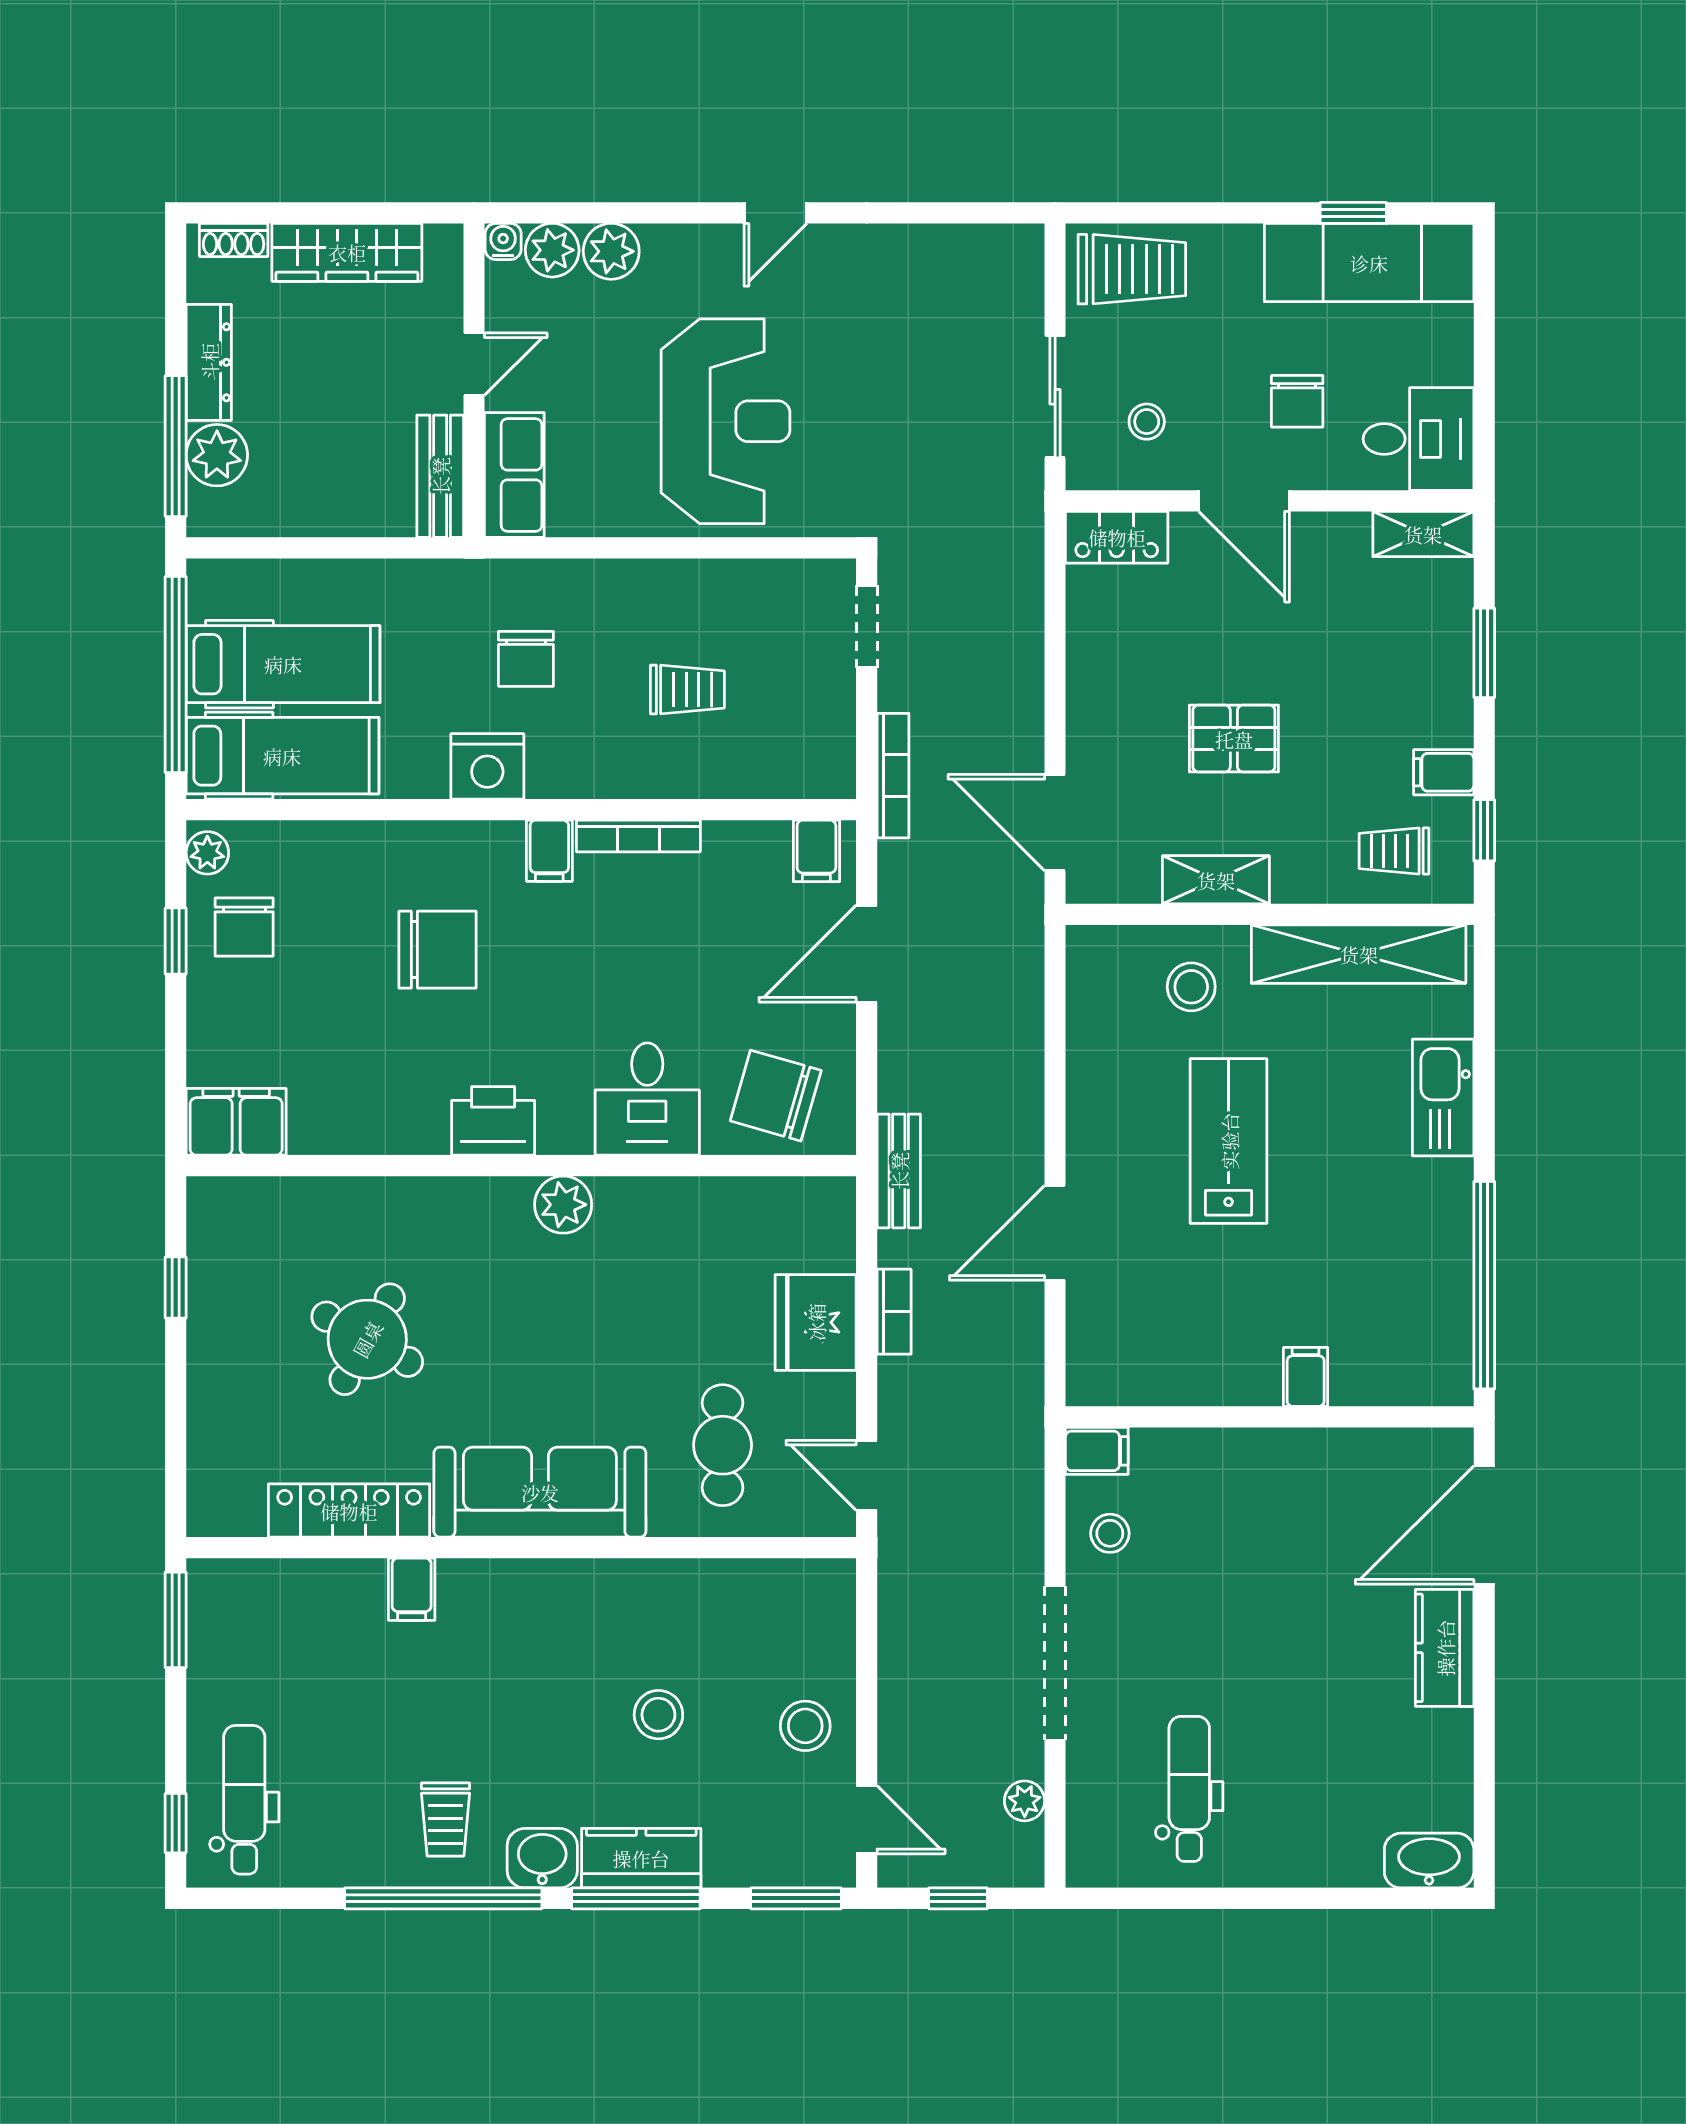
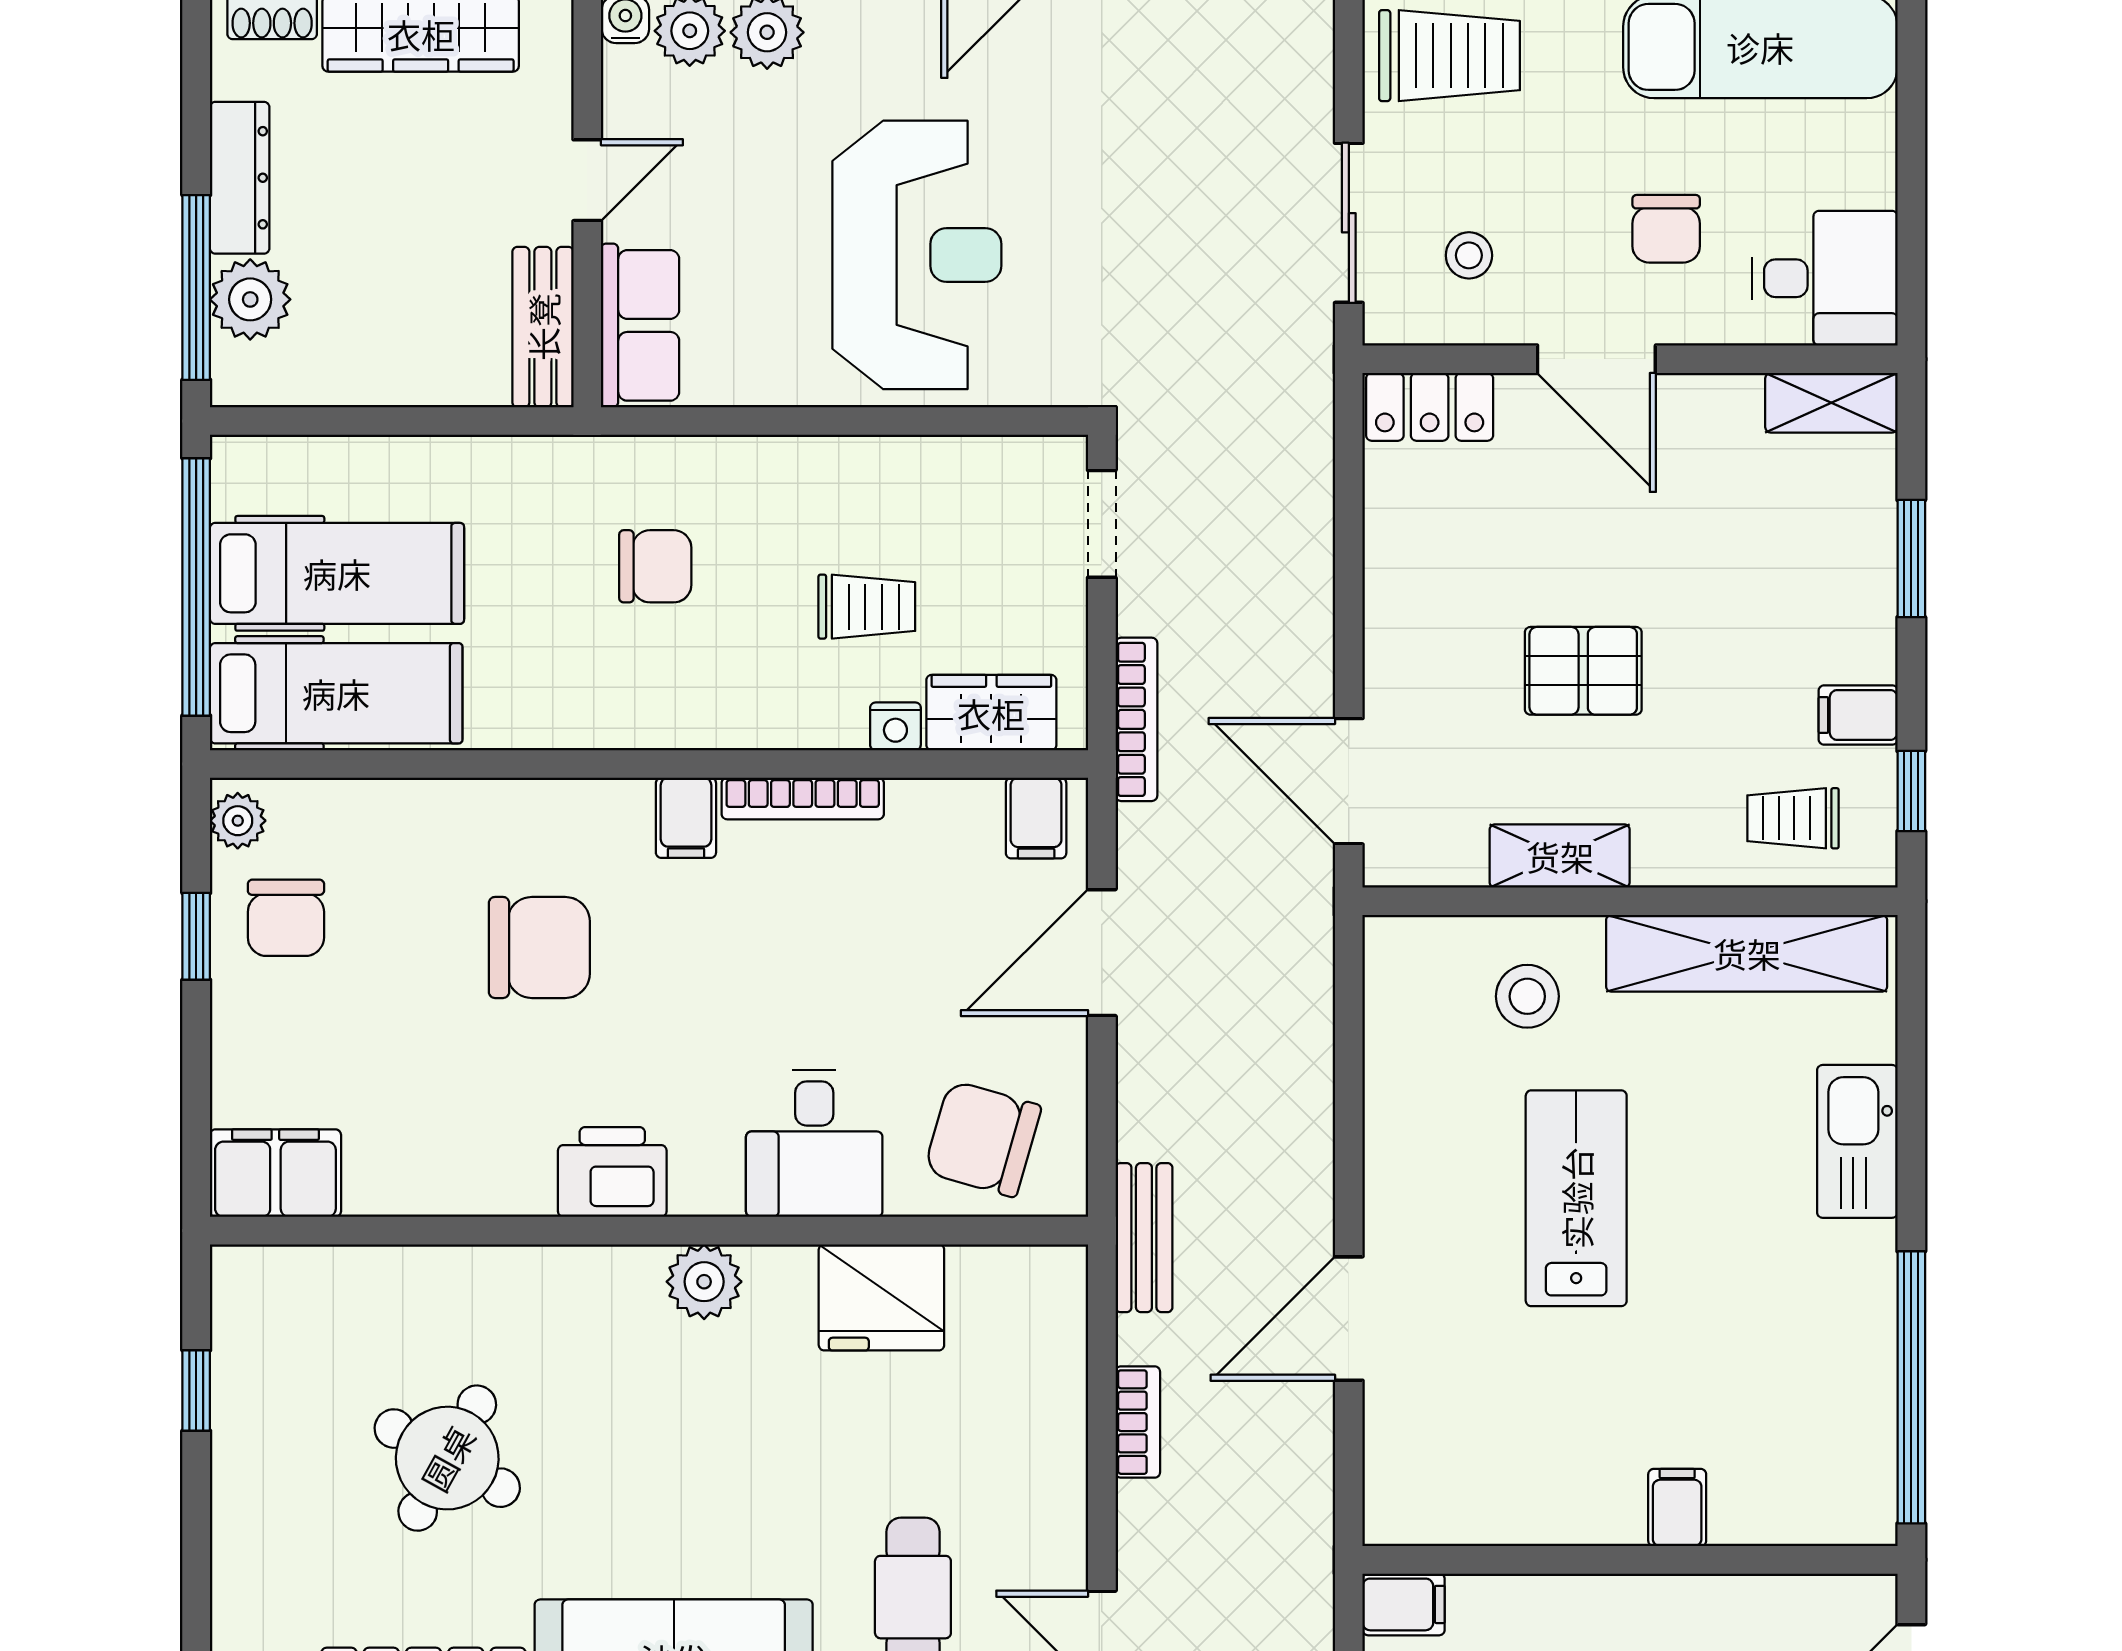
chair: (526, 659) -> (655, 566), turned -90
nightstand: (487, 766) -> (895, 726), moved, width x0.53, depth x0.56
wardrobe: (782, 770) -> (991, 713), added
fridge: (816, 1322) -> (881, 1297), moved, turned -90

